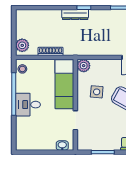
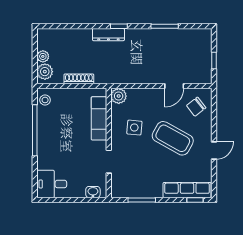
plant: (21, 33) -> (43, 56), added
exam couch: (64, 84) -> (99, 118), width x0.73, depth x0.69
desk: (28, 105) -> (52, 184), moved

